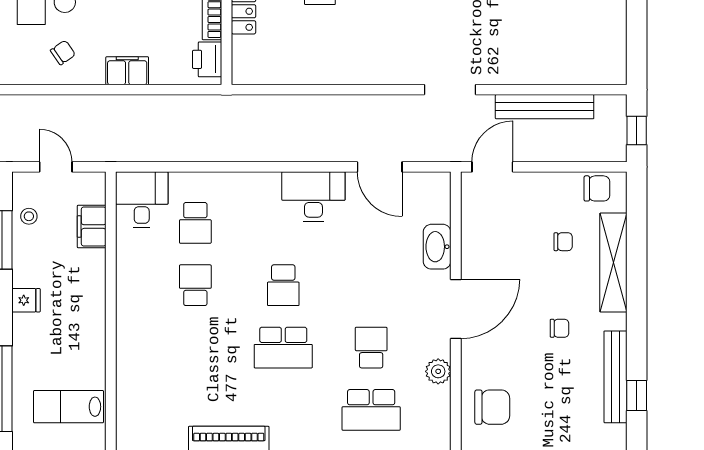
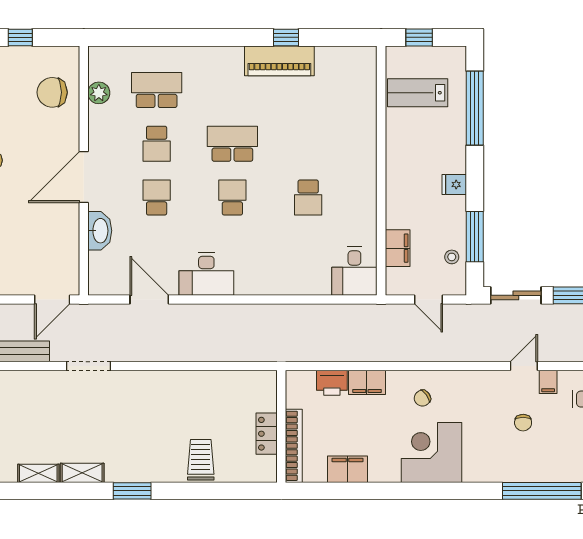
printer: (207, 59) -> (332, 383), moved, turned 90
school desk: (195, 223) -> (157, 197), moved
plant: (438, 371) -> (99, 93), moved
lab bench: (69, 407) -> (418, 93), turned 180

